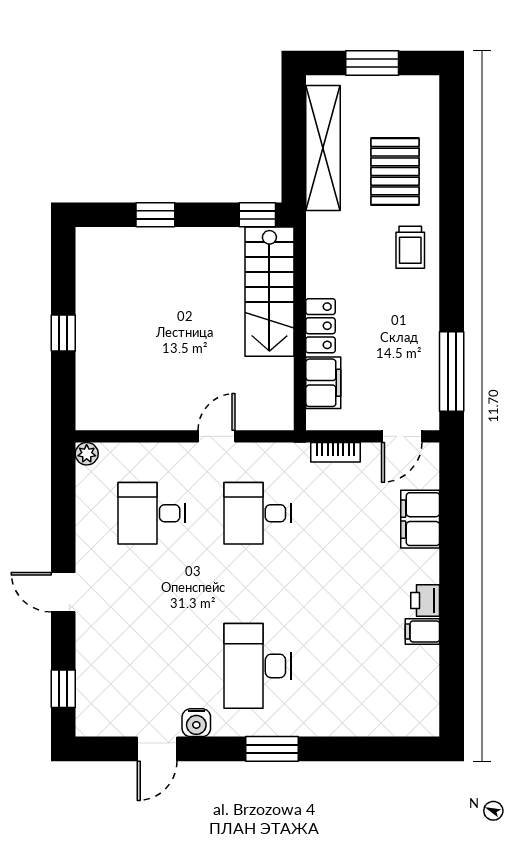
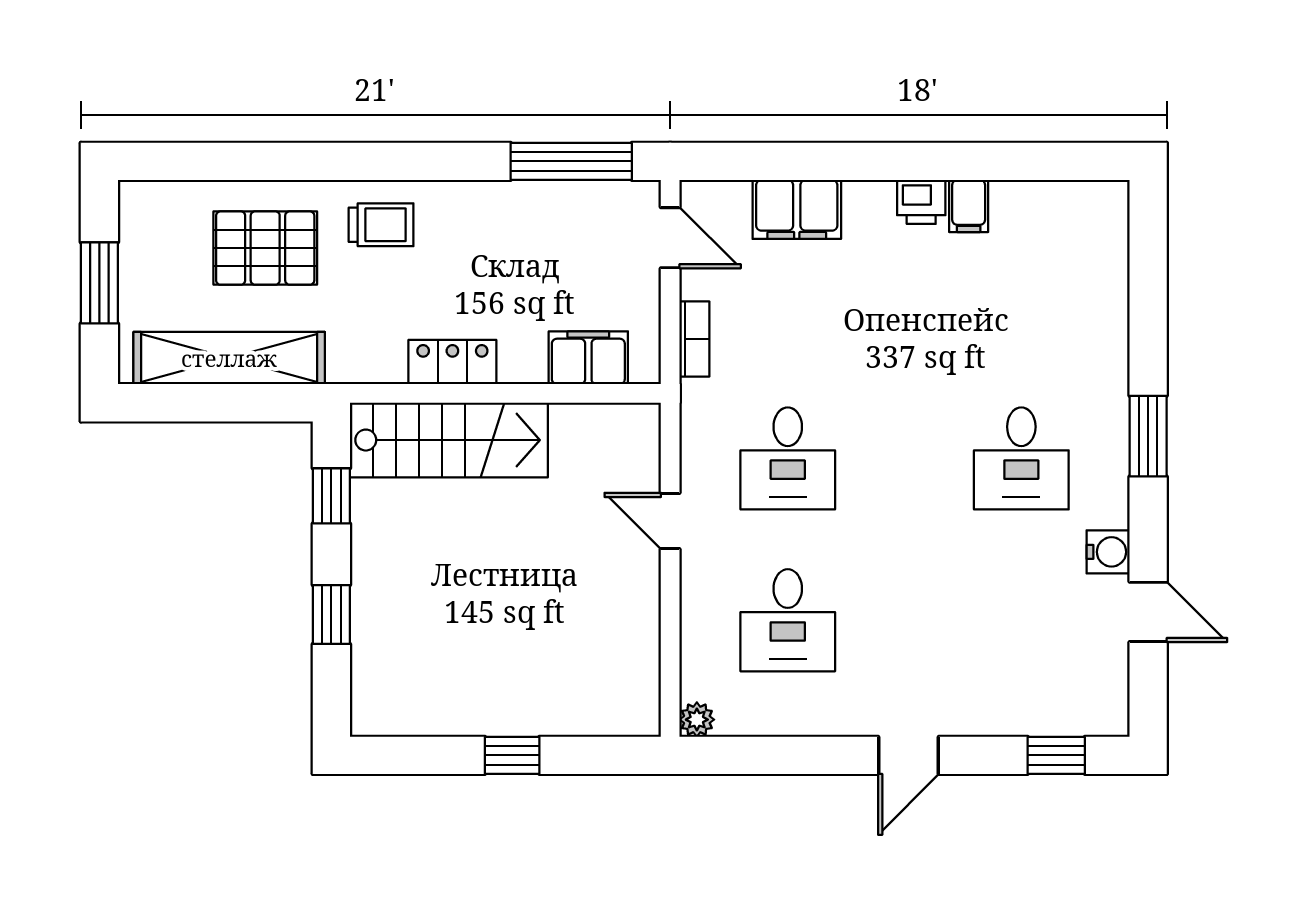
window: (257, 215) -> (331, 496), moved
locker: (320, 326) -> (452, 362), moved
desk: (257, 666) -> (1021, 458), width x0.73

